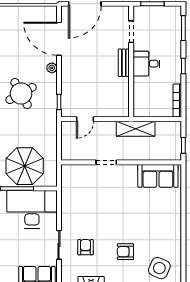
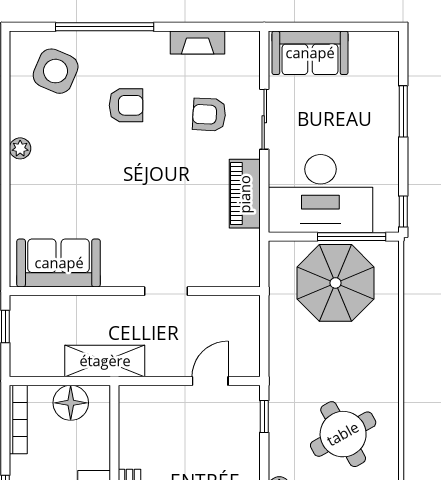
floor lamp: (152, 109) -> (71, 403), added
piano: (68, 209) -> (245, 194), added
plant: (176, 231) -> (20, 148), added
armchair: (85, 247) -> (209, 115), turned 93

